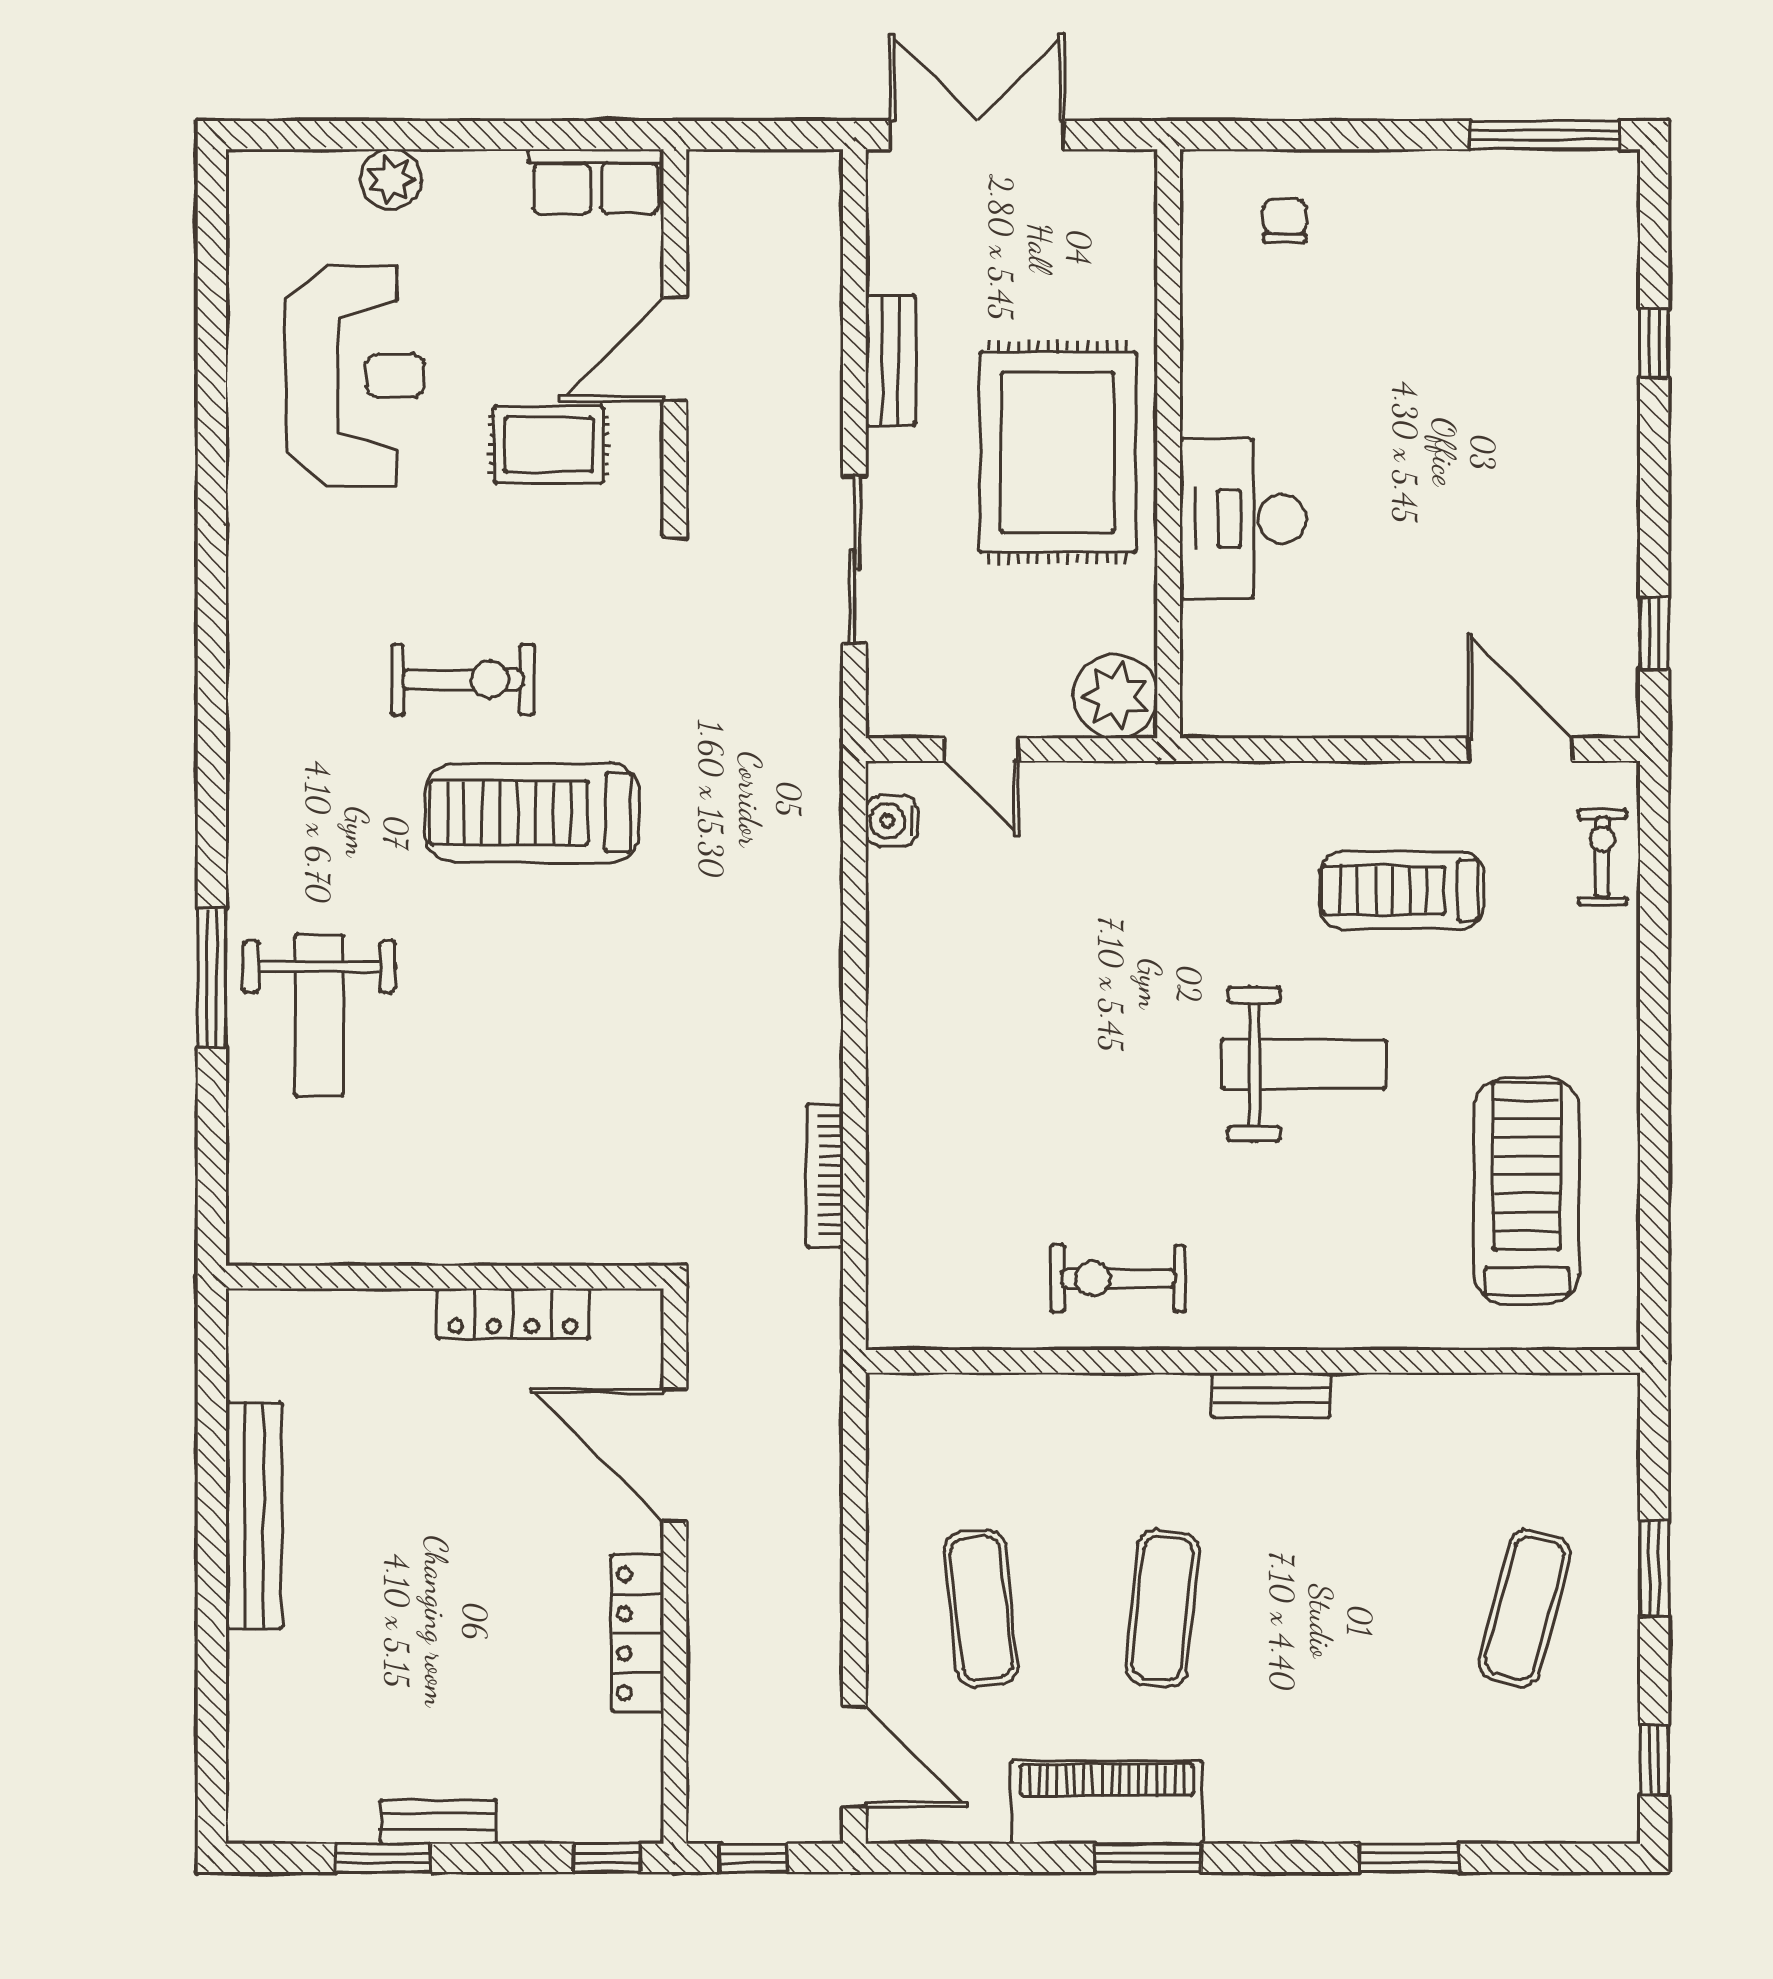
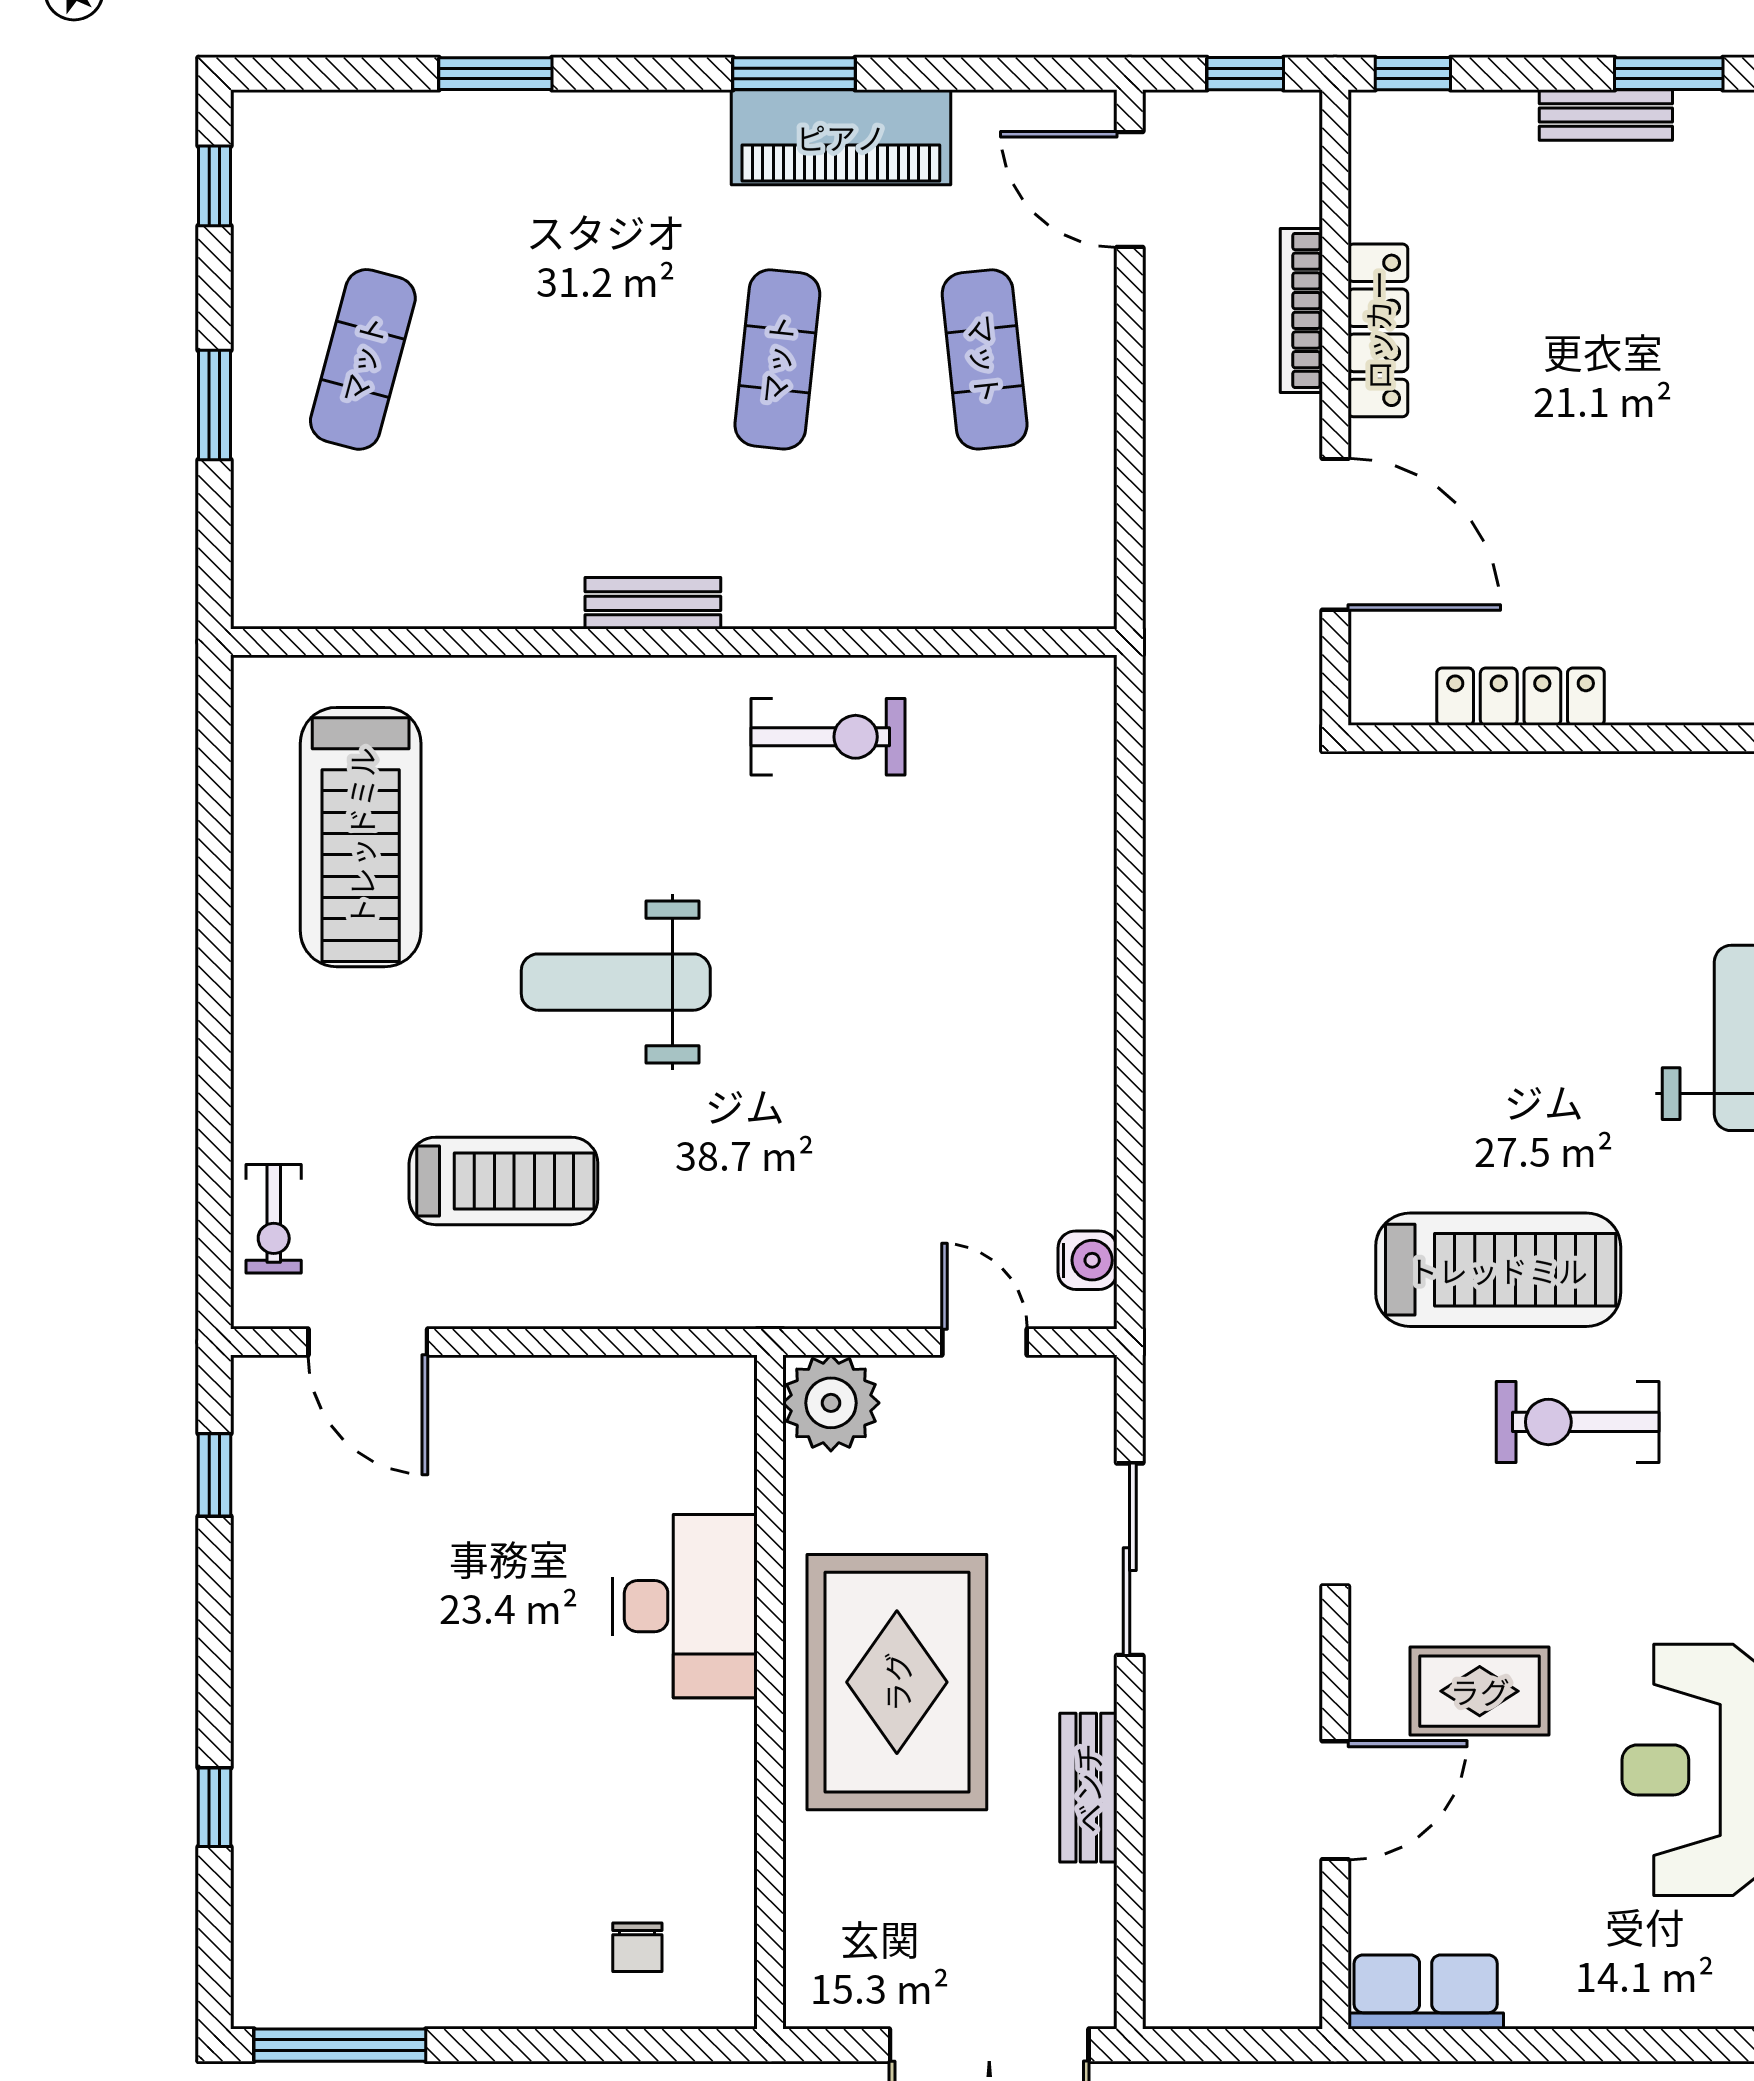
plant: (391, 179) -> (1660, 1995), removed
bookcase: (825, 1175) -> (1301, 310), moved, turned 180

